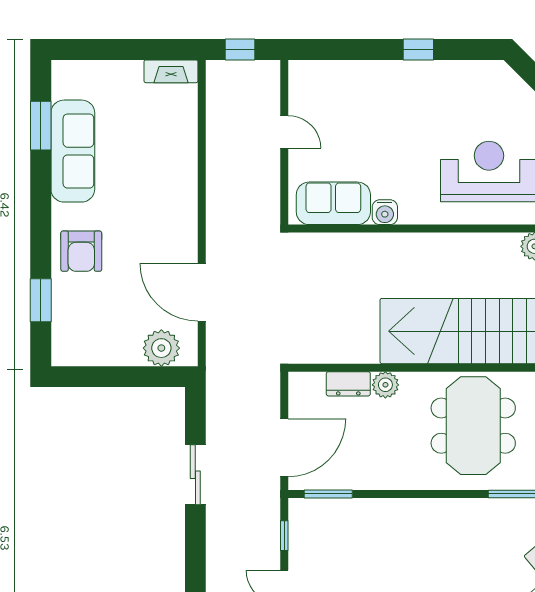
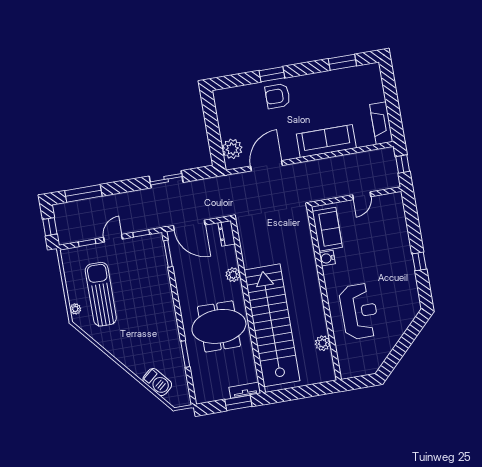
fireplace: (171, 71) -> (381, 123), width x1.37, depth x1.32
sofa: (73, 151) -> (326, 141), moved, turned 180
window: (41, 300) -> (272, 74), moved
dresser: (348, 384) -> (227, 233), moved

